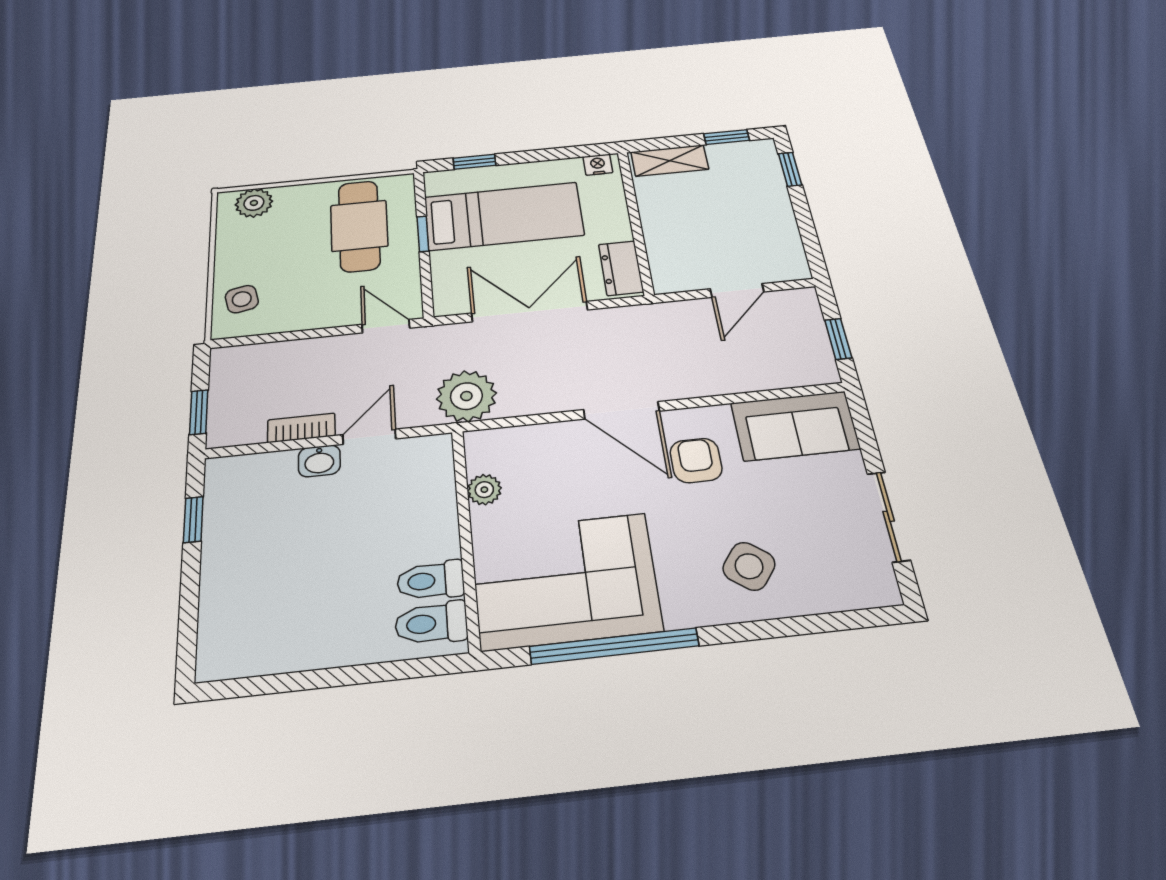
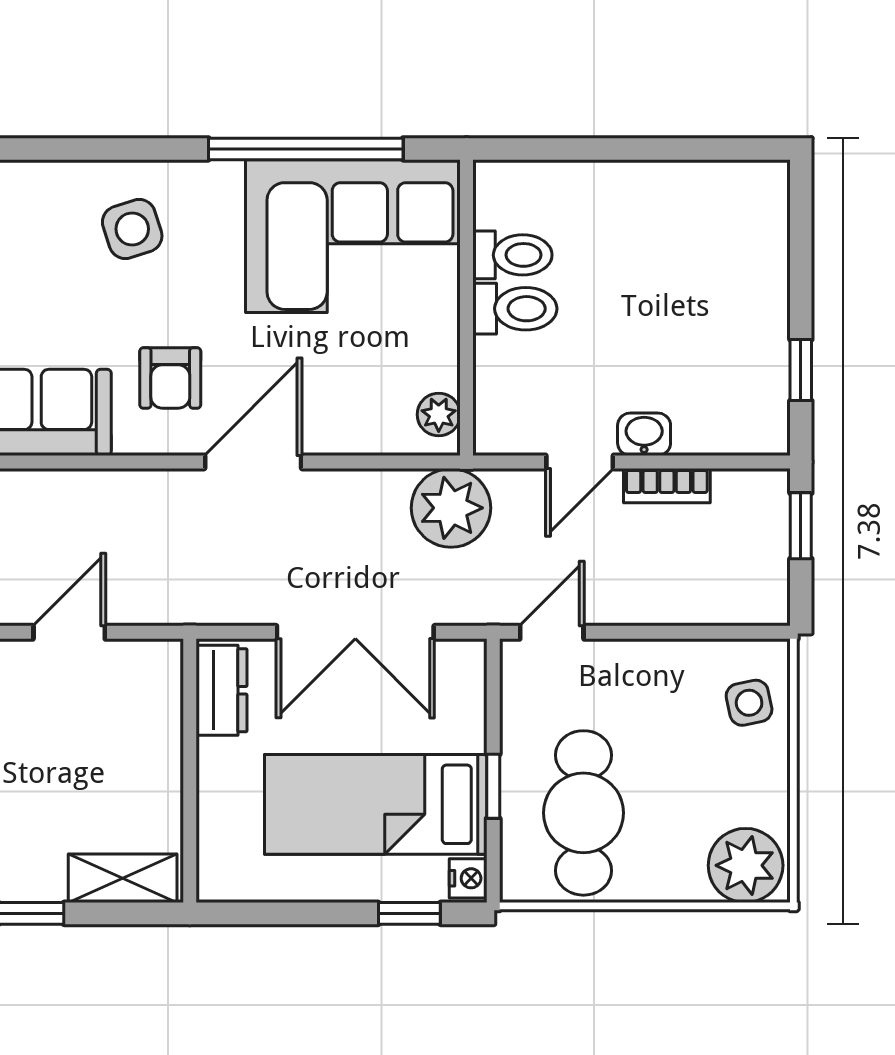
nightstand: (598, 165) -> (468, 878), moved, turned -90
plant: (254, 203) -> (746, 865), width x1.36, depth x1.36
door: (386, 326) -> (552, 632), swing flipped
door: (621, 410) -> (253, 462), hinge flipped
plant: (484, 490) -> (439, 415), moved
side table: (749, 566) -> (132, 229), turned 35
toilet: (431, 623) -> (515, 309), moved

